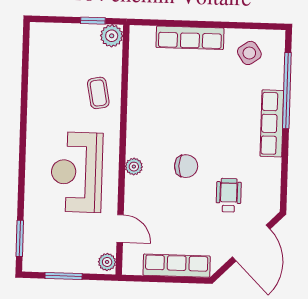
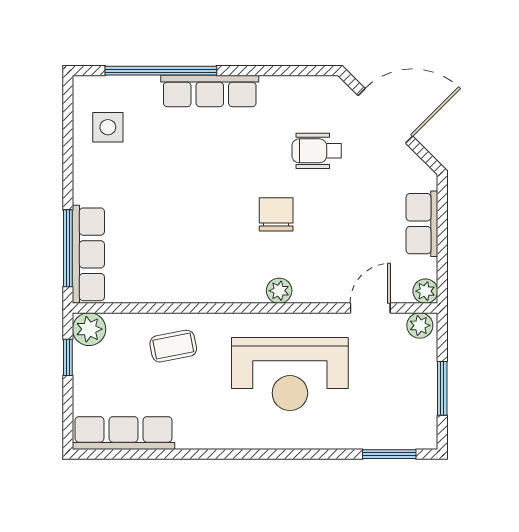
window: (167, 23) -> (68, 248), added
row of seats: (190, 38) -> (88, 254), moved
side table: (249, 53) -> (108, 127), turned 34
row of seats: (40, 57) -> (123, 433), added
row of seats: (177, 266) -> (422, 224), width x0.68
plant: (130, 267) -> (425, 291), added

